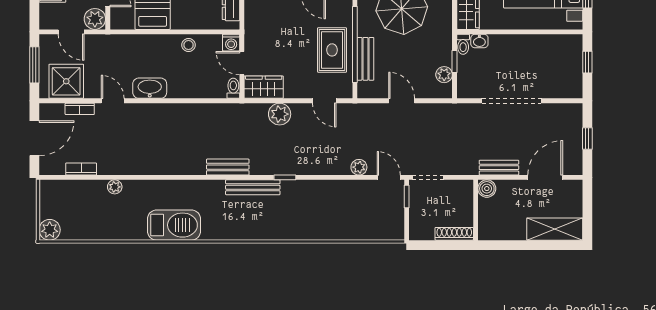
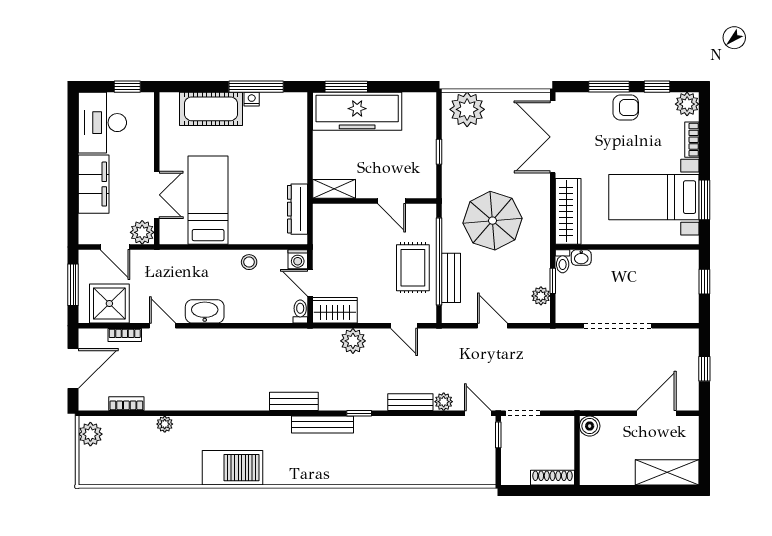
bench: (499, 168) -> (410, 402), moved
plant: (50, 230) -> (90, 434), moved

